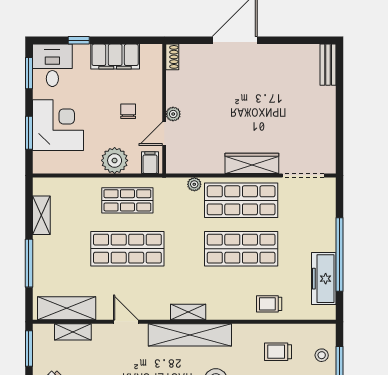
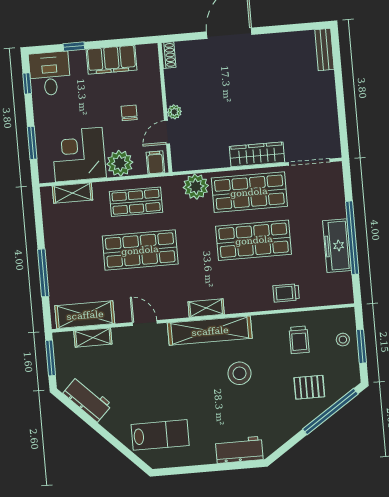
window: (29, 73) -> (27, 83), width x0.67
corner desk: (58, 125) -> (79, 155), moved, turned -90
plant: (194, 184) -> (196, 187), width x1.87, depth x1.87
shelving: (41, 215) -> (73, 193), moved, turned 90
freezer: (324, 279) -> (337, 246), moved
trolley: (278, 352) -> (299, 340), turned -90

